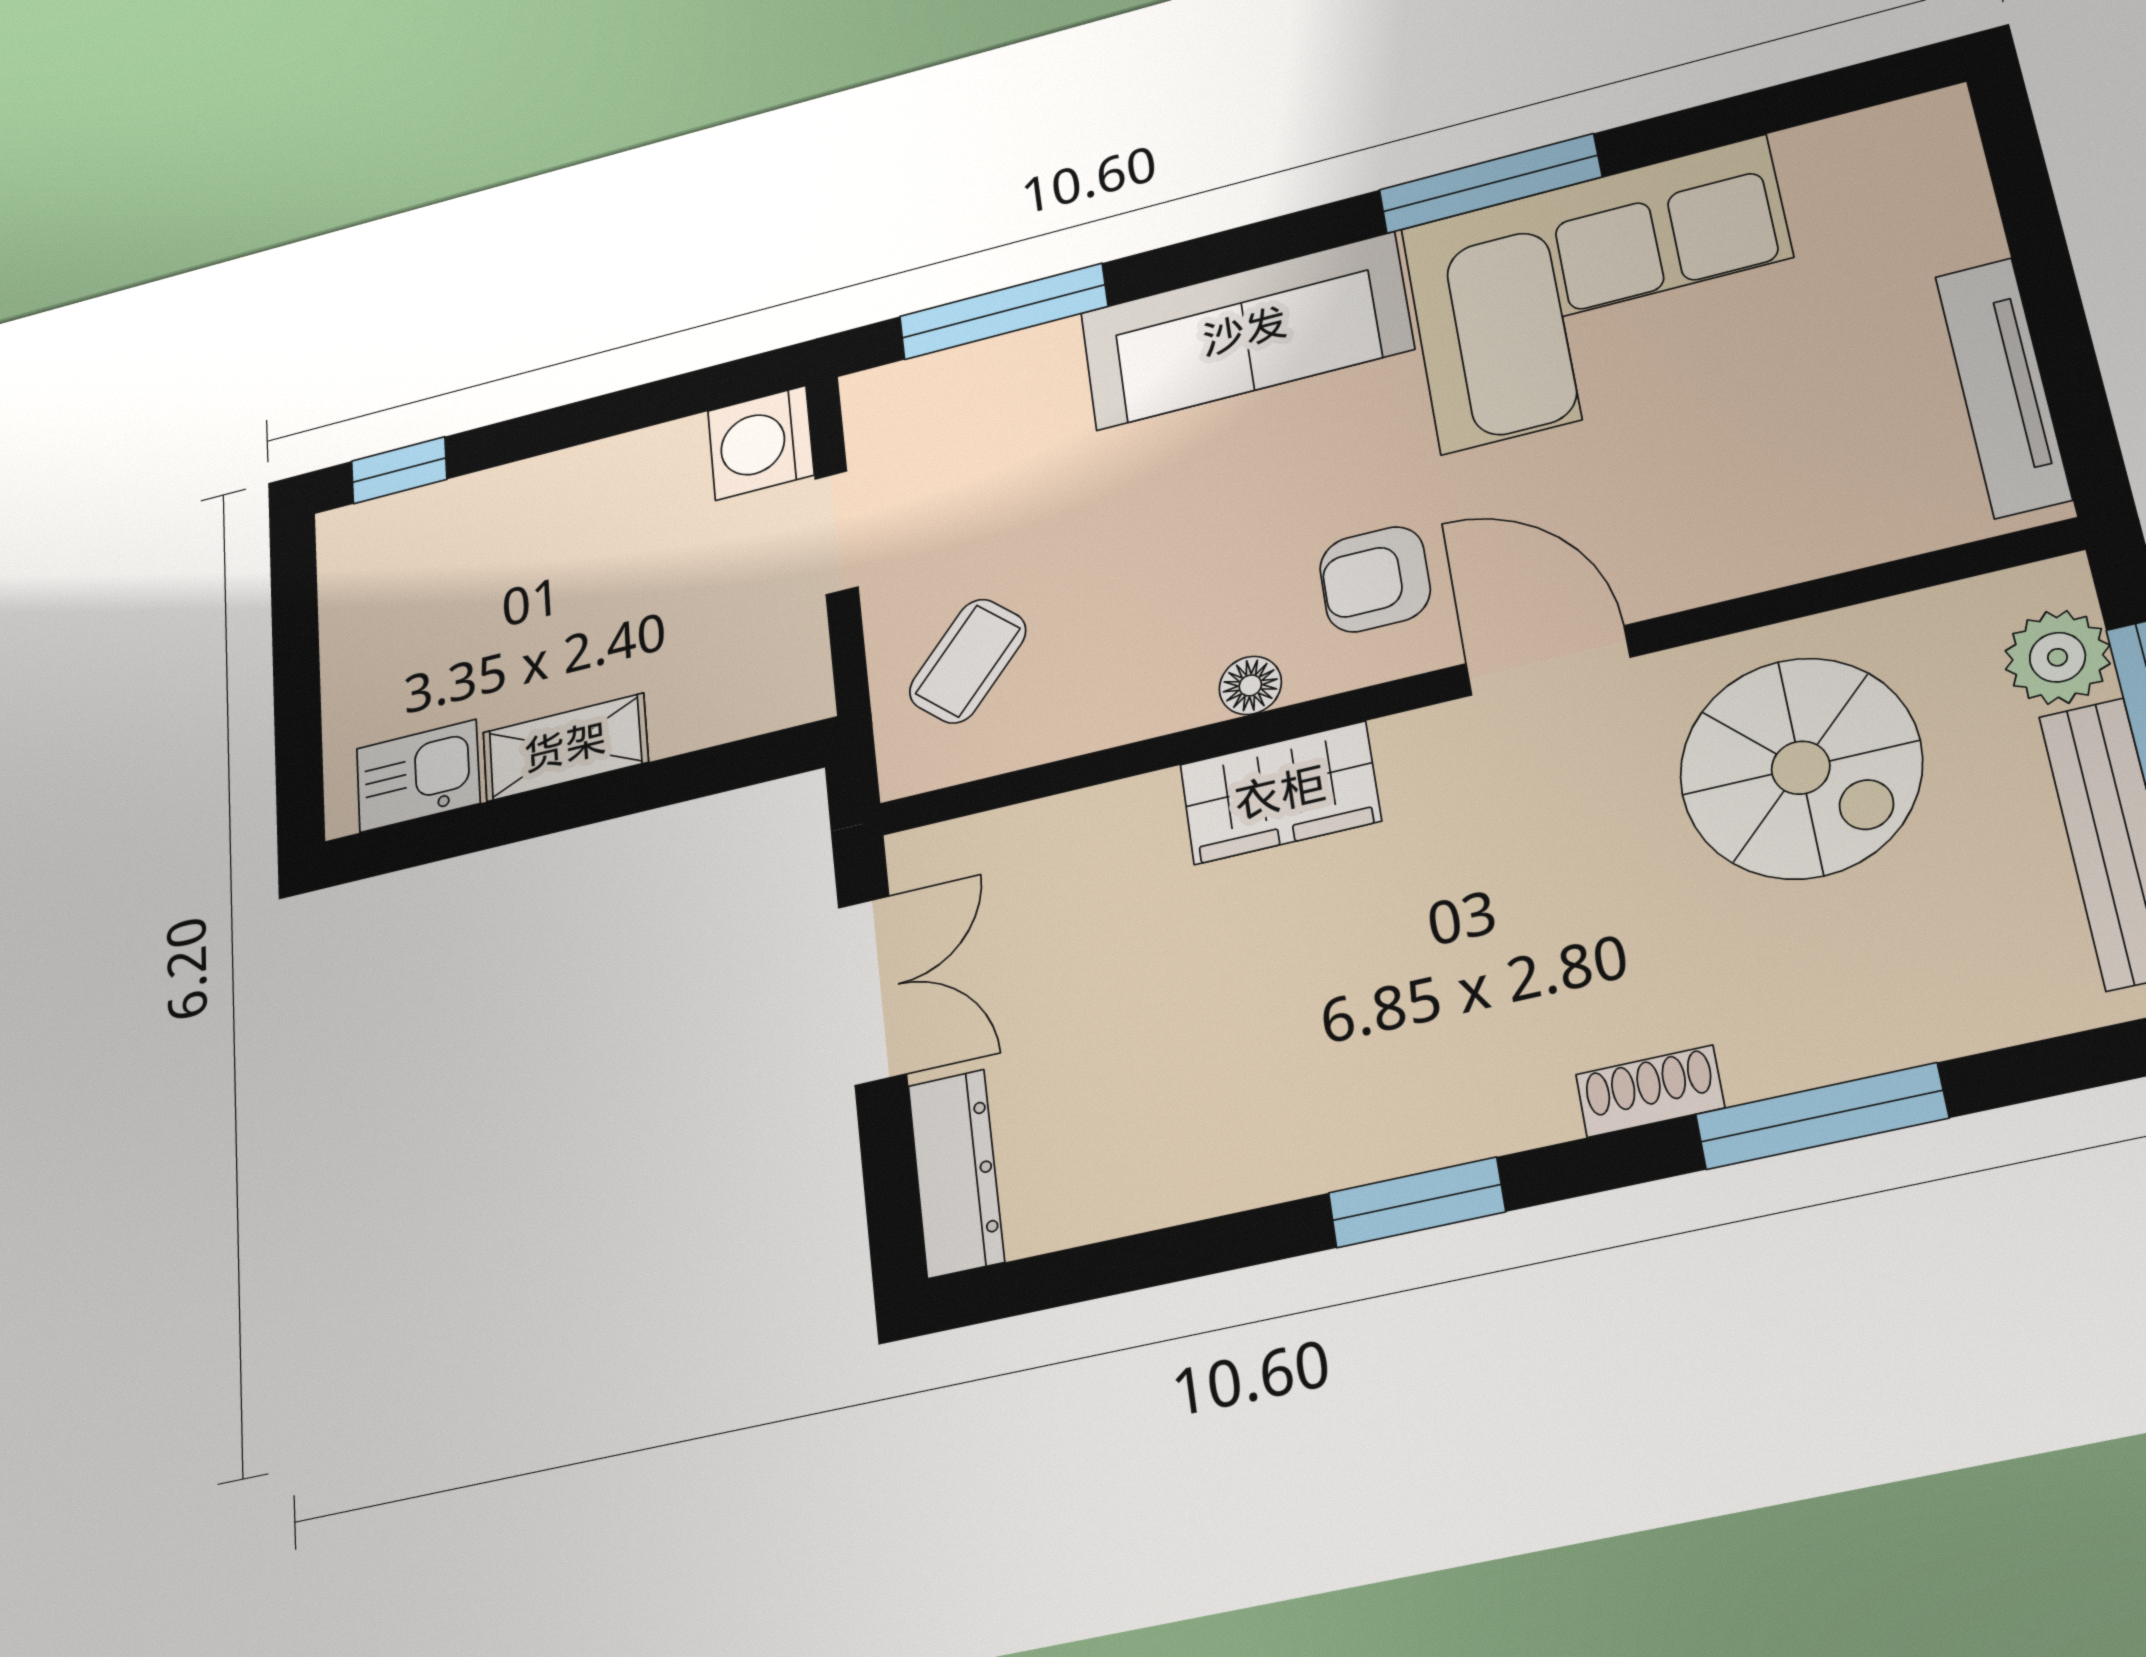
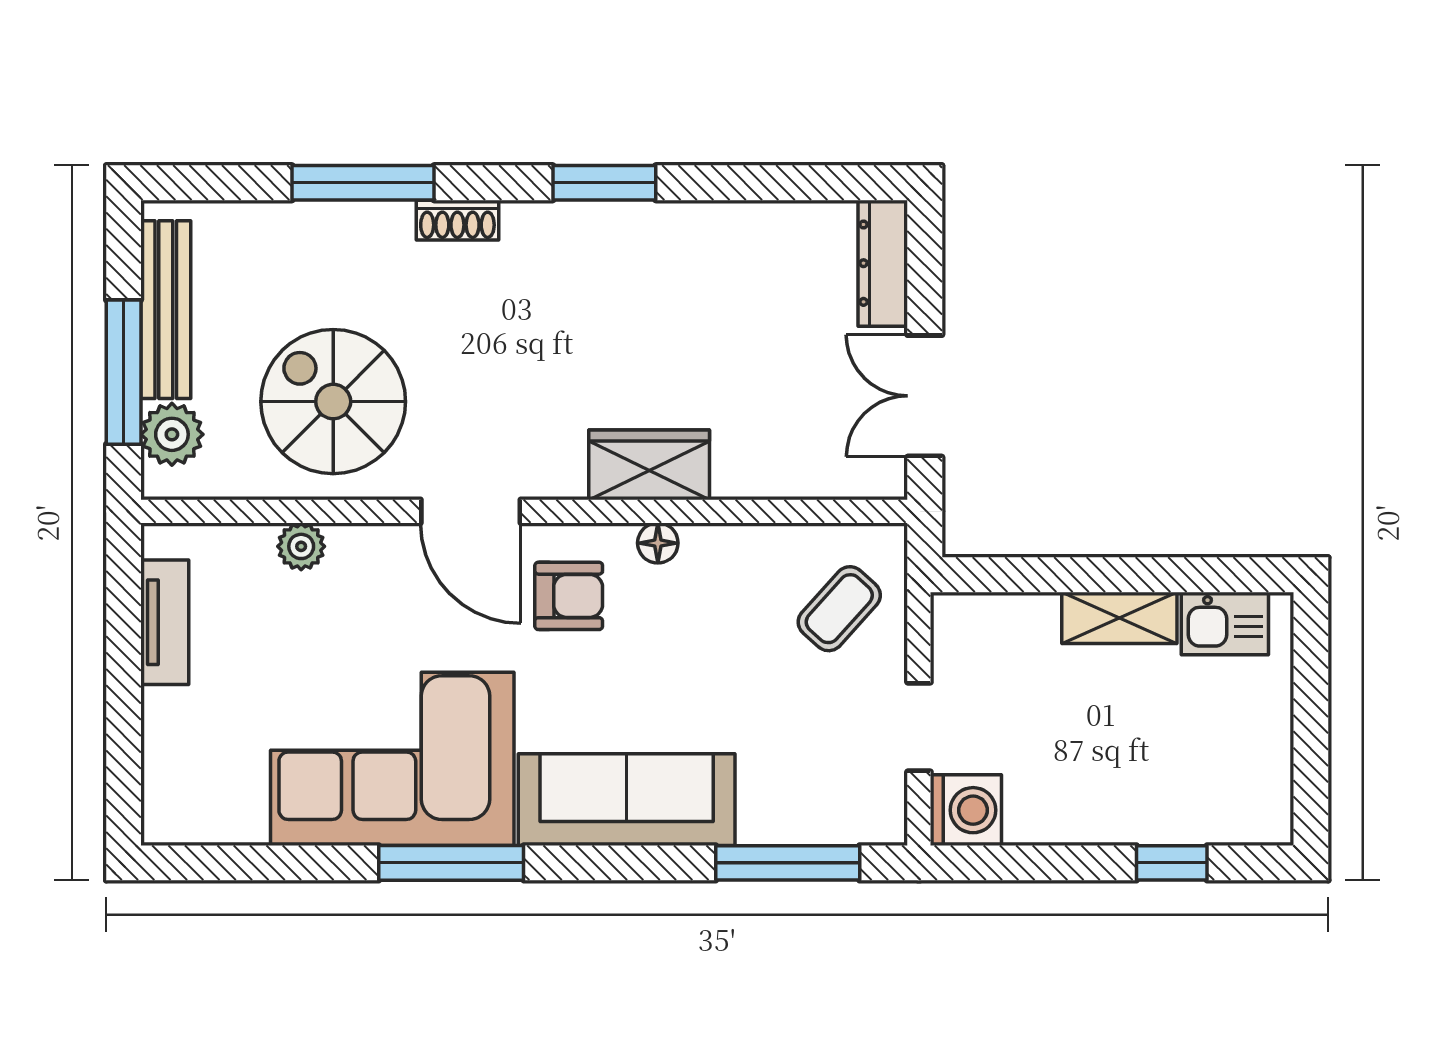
tv unit: (2003, 387) -> (165, 622), width x0.71
window: (399, 470) -> (1172, 863), moved
plant: (1808, 546) -> (301, 546), added

